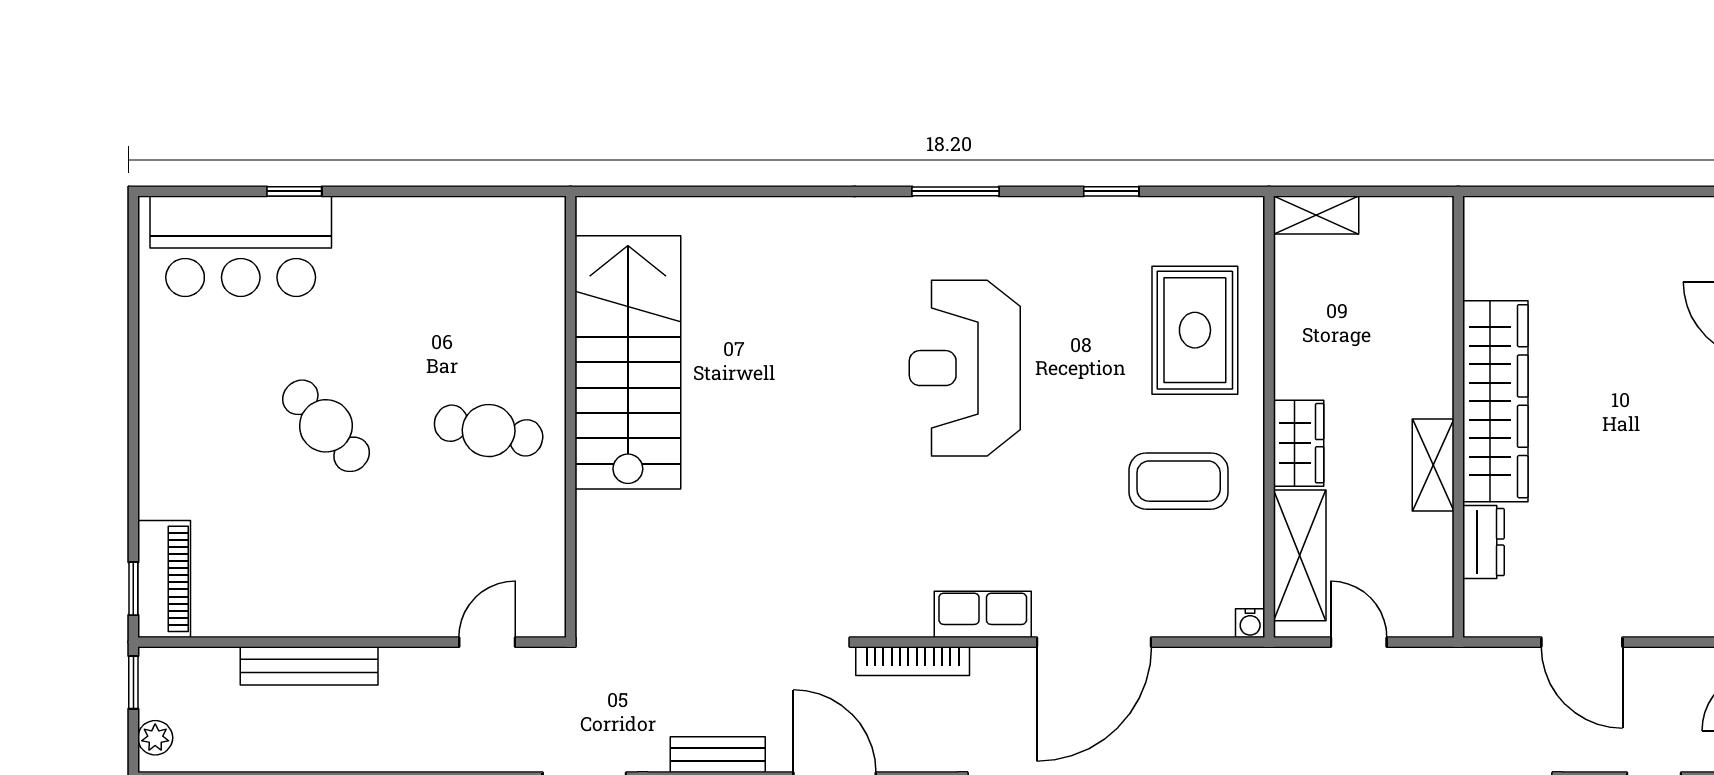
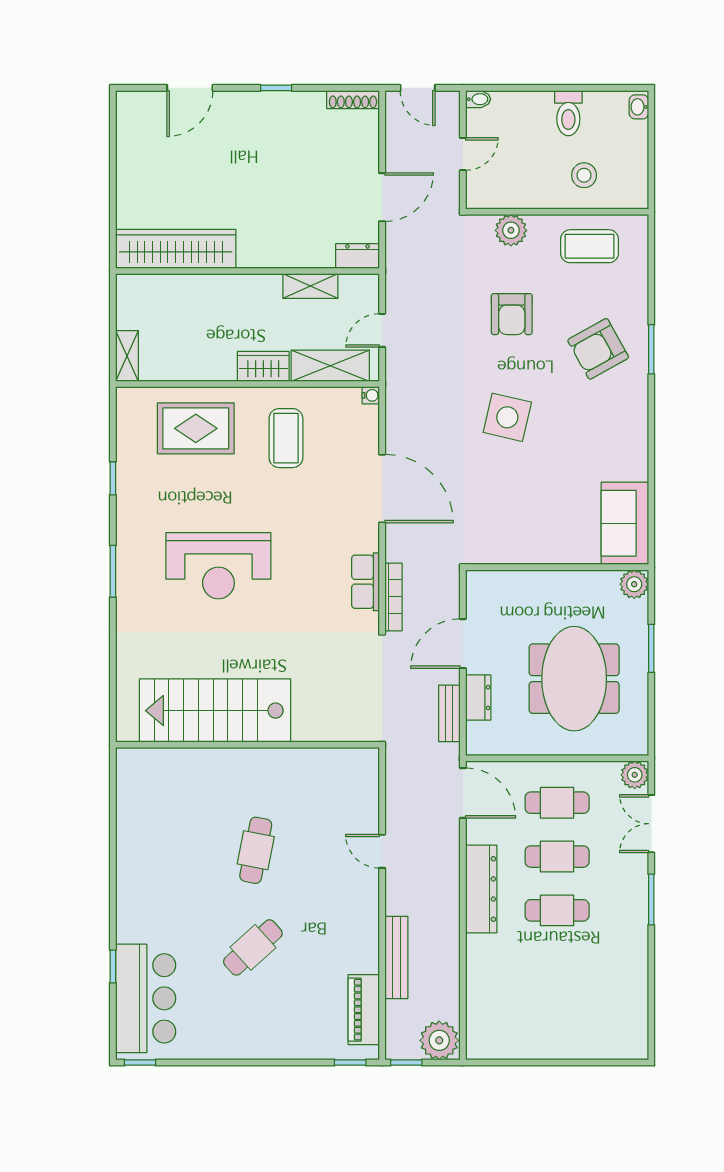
window: (133, 237) -> (140, 1062), added
stairs: (628, 362) -> (215, 711), moved
wardrobe: (1495, 401) -> (176, 249), moved
wall: (571, 417) -> (247, 745), moved
shelving: (1433, 465) -> (310, 286), moved
dresser: (1483, 542) -> (357, 256), moved
piano: (164, 579) -> (364, 1010), moved, turned -90
row of seats: (983, 614) -> (366, 582), moved
plant: (155, 738) -> (439, 1040), width x1.88, depth x1.88

